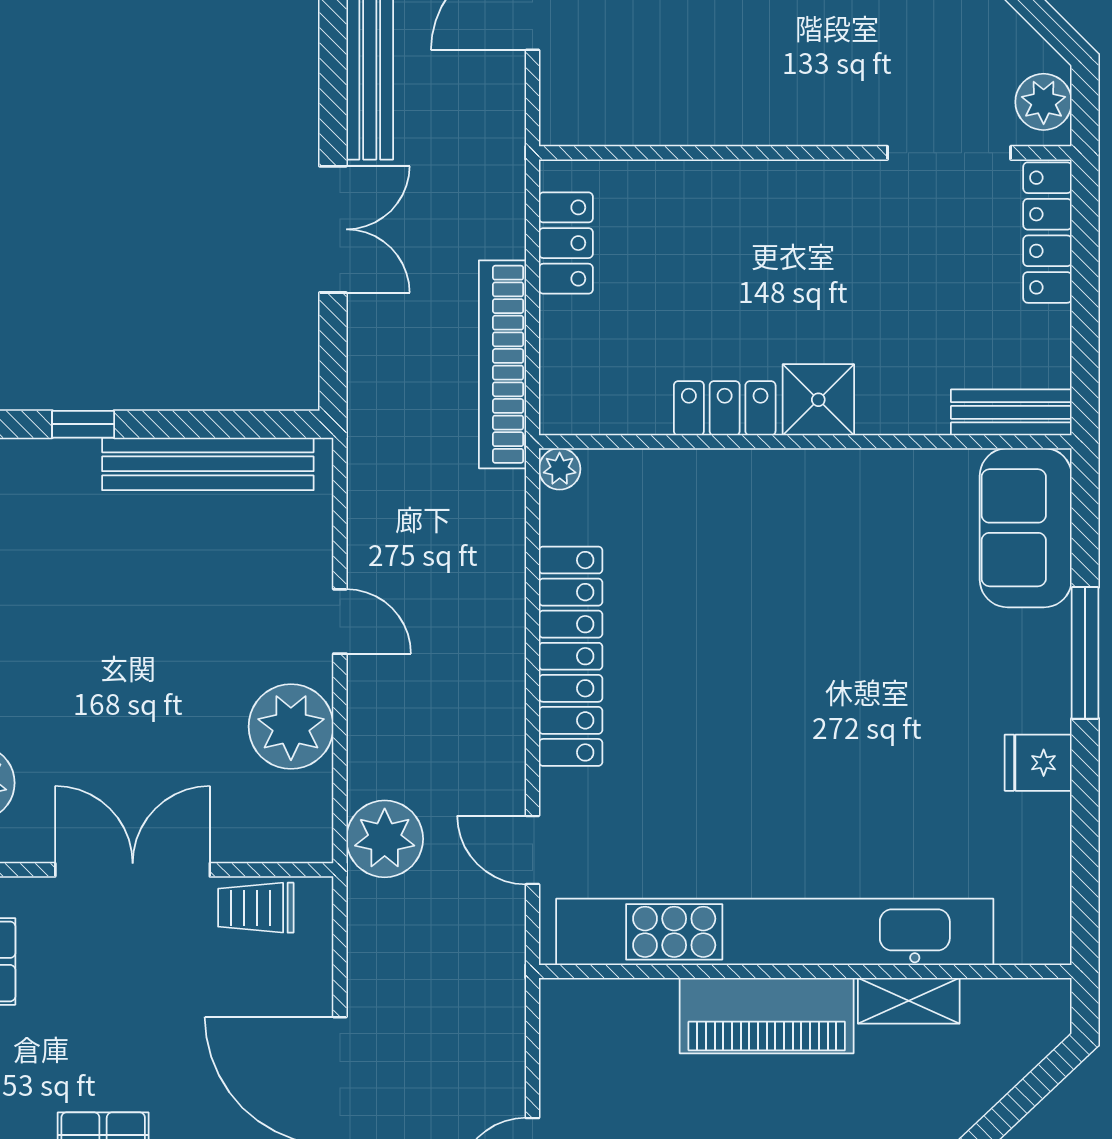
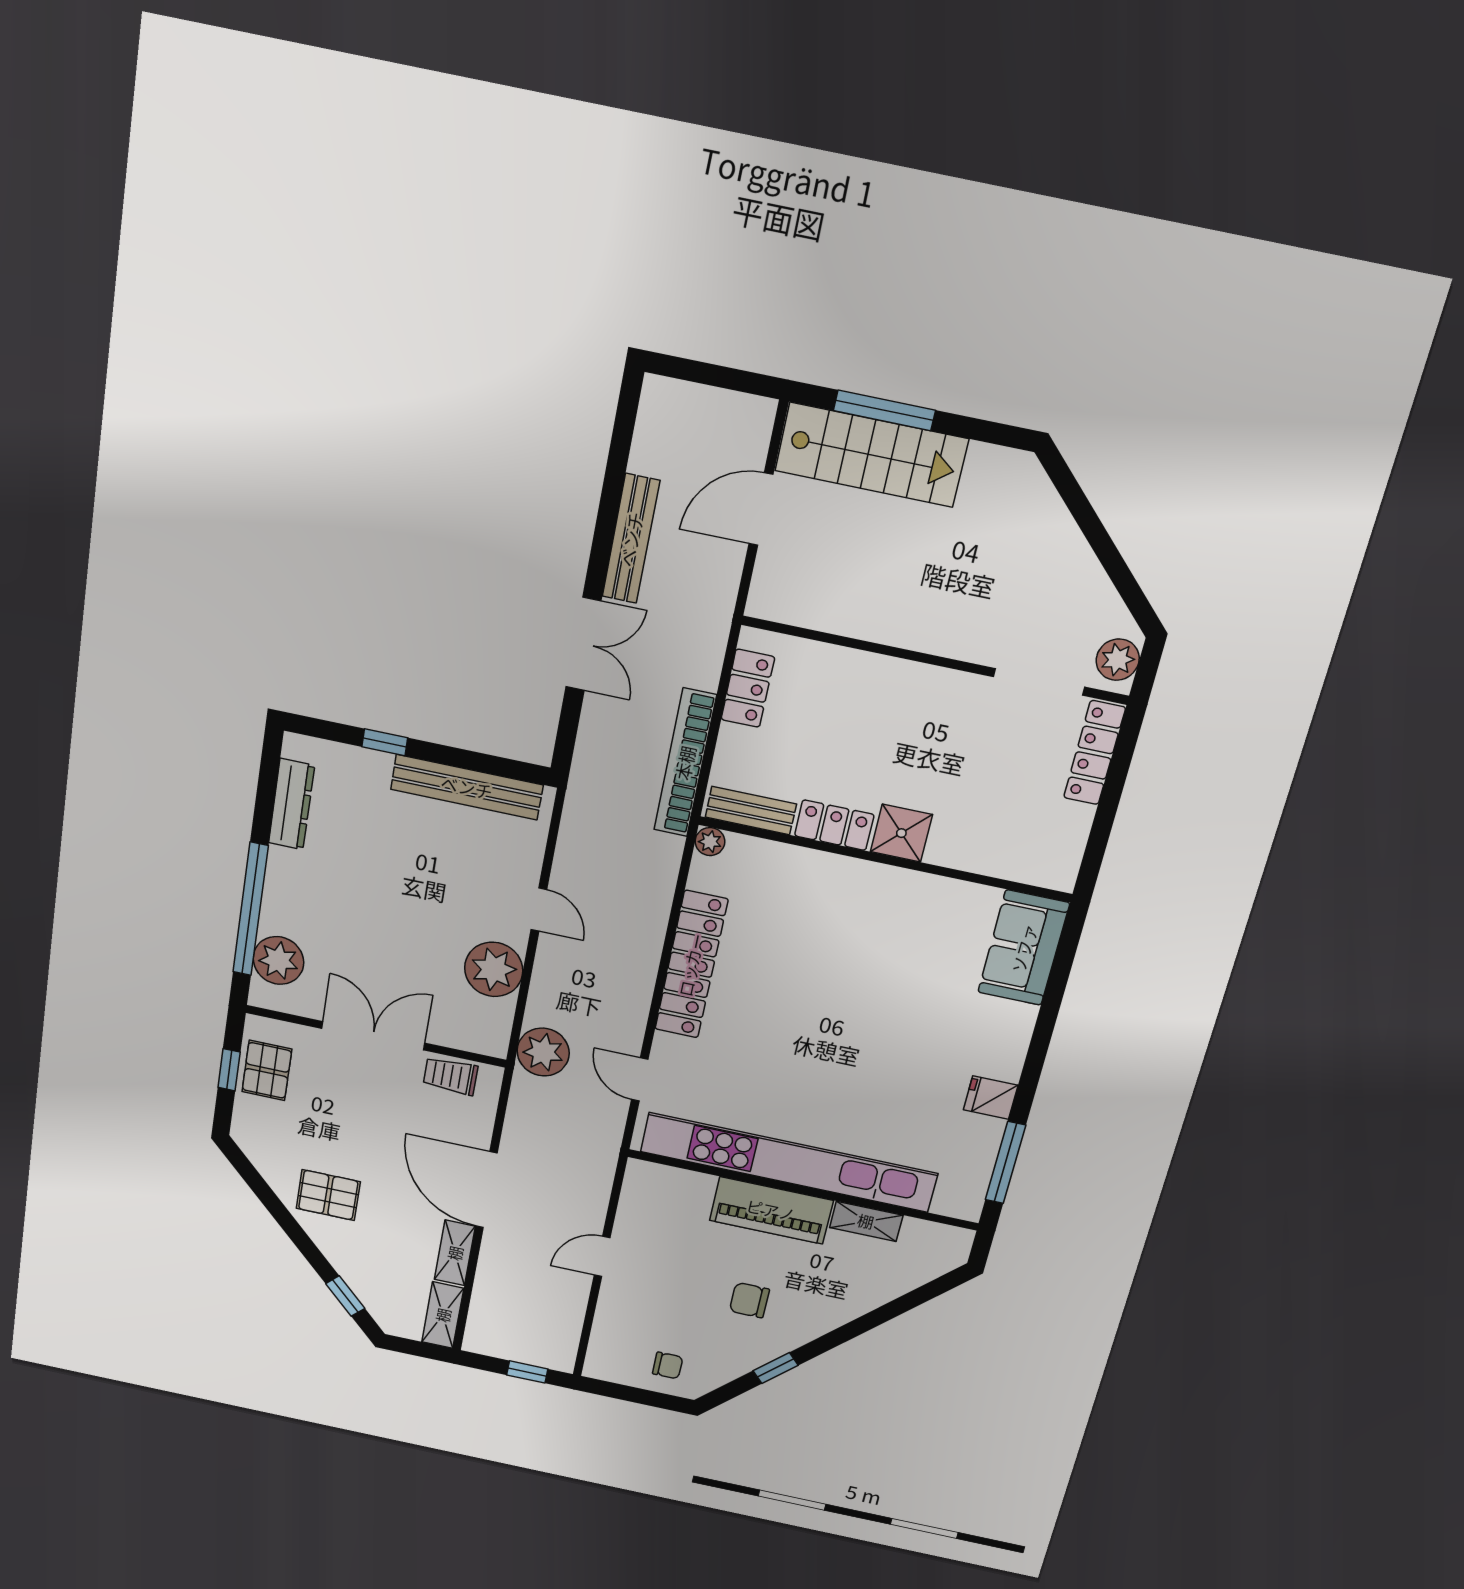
bench: (1011, 412) -> (751, 811), moved
window: (1085, 653) -> (1005, 1163), moved

